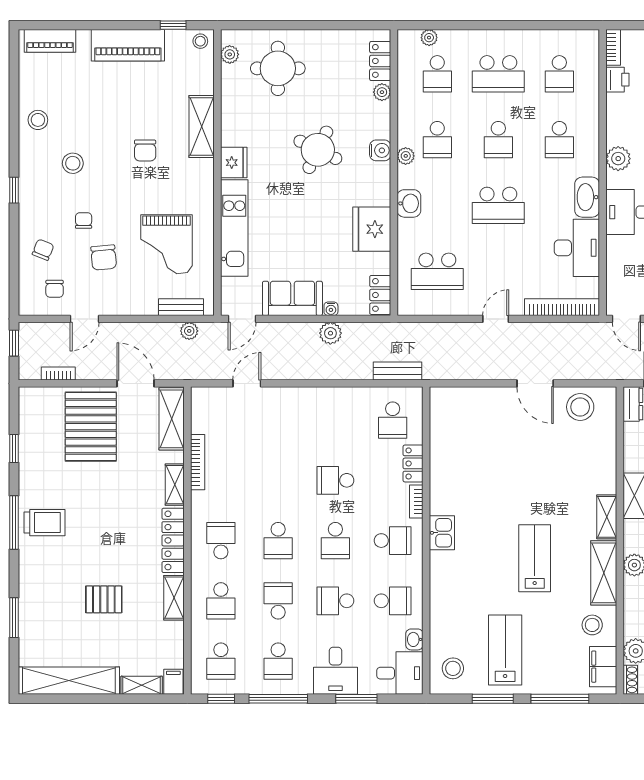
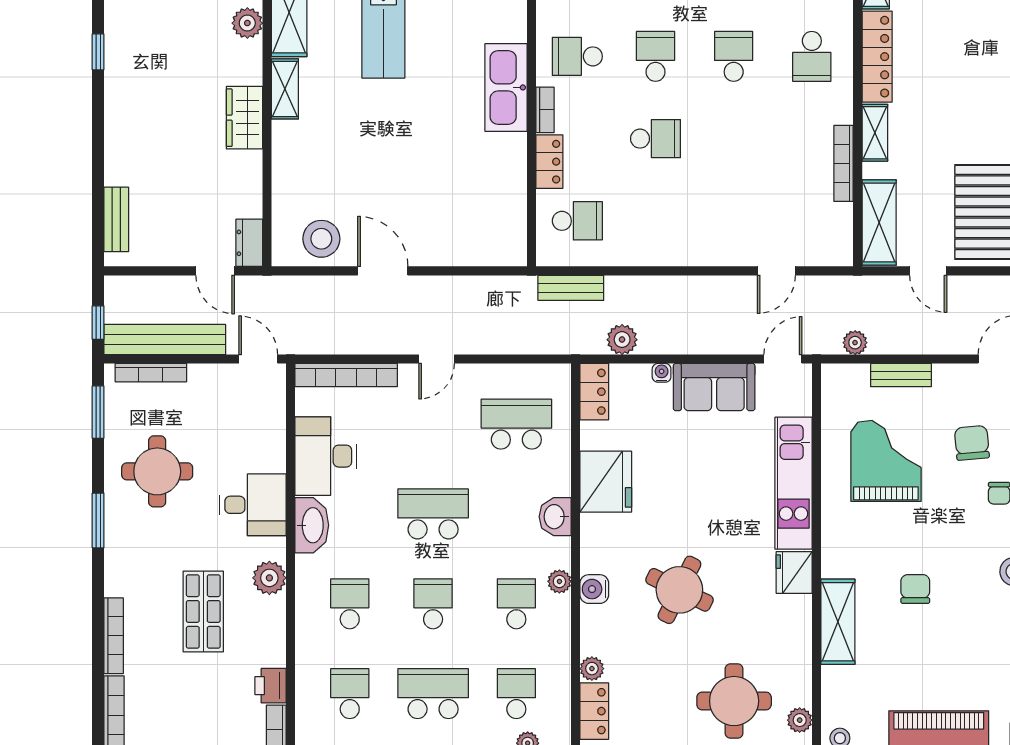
bench: (181, 307) -> (901, 375), moved
plant: (330, 333) -> (622, 340), moved
door: (136, 383) -> (928, 271), width x0.73
school desk: (393, 420) -> (577, 221), turned 90
kitchen sink: (442, 533) -> (506, 87), width x1.88, depth x1.24

